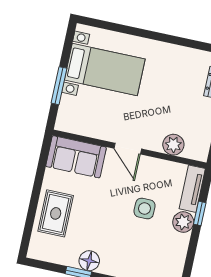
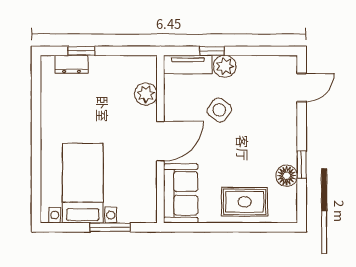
door: (128, 149) -> (160, 141), width x1.38
side table: (145, 209) -> (219, 110), turned 37
floor lamp: (89, 261) -> (287, 176), moved

